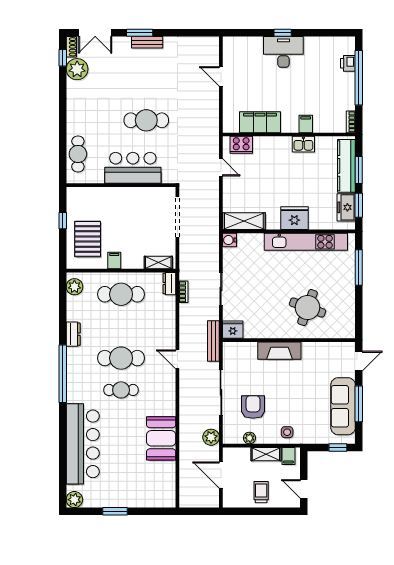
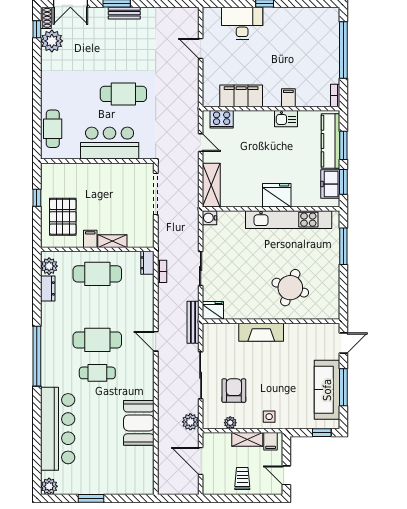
desk: (283, 52) -> (242, 23), moved
printer: (348, 63) -> (332, 35), removed
shelving: (244, 221) -> (211, 185), moved, turned 90
shelving: (158, 263) -> (112, 241), moved
dresser: (73, 334) -> (48, 288), moved

